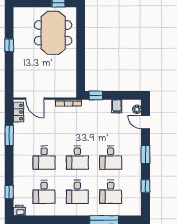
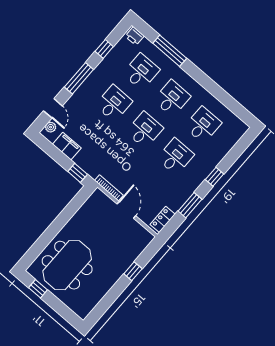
window: (9, 45) -> (133, 271), moved
door: (35, 99) -> (126, 210), moved
filing cabinet: (117, 106) -> (67, 146), width x2.00
window: (146, 155) -> (79, 78), width x1.44
window: (9, 192) -> (215, 177), moved
printer: (19, 210) -> (135, 36), moved

